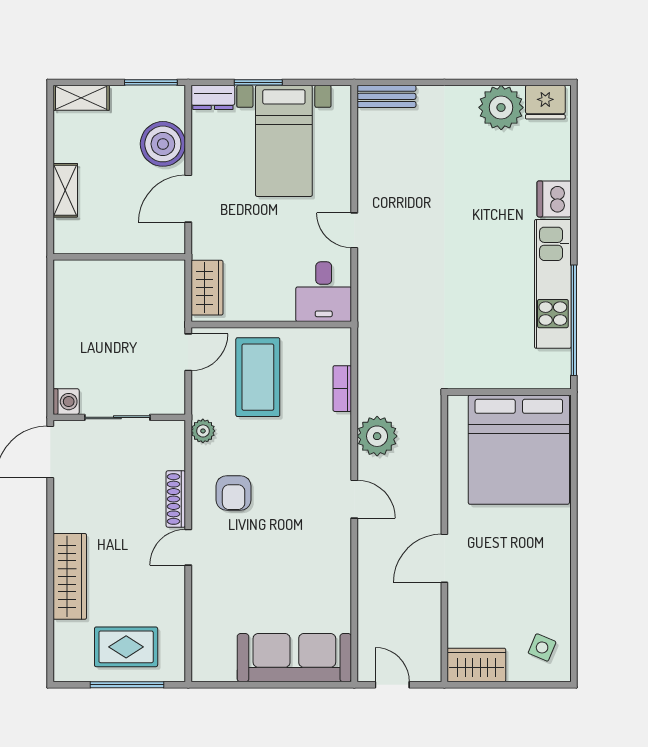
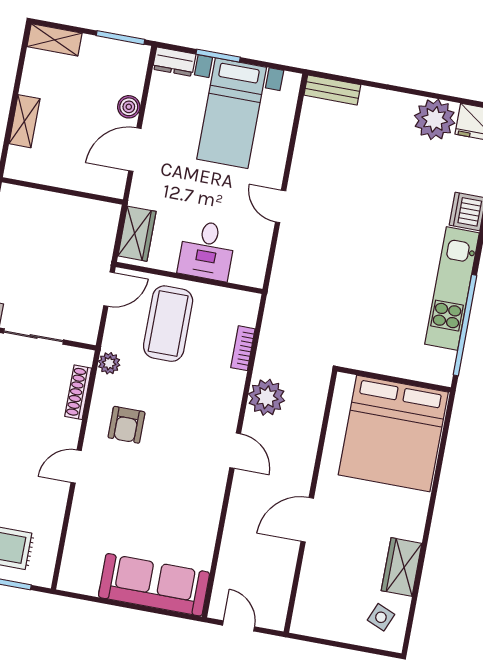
boiler: (163, 144) -> (129, 107), width x0.54, depth x0.54
desk: (324, 292) -> (207, 250), moved
shoe rack: (176, 499) -> (78, 392), moved
wardrobe: (476, 665) -> (402, 567), moved, turned -90

